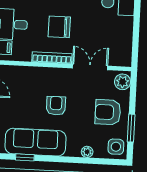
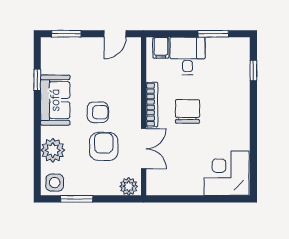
armchair: (108, 112) -> (104, 146), moved
sofa: (35, 142) -> (55, 100), width x0.73
plant: (87, 152) -> (53, 150), width x1.88, depth x1.88

